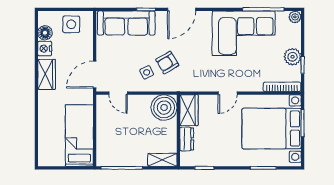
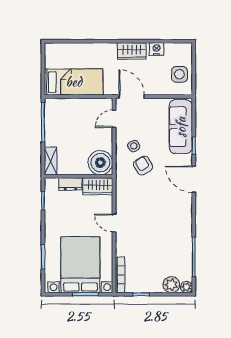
floor lamp: (45, 33) -> (171, 49), removed
corner sofa: (244, 33) -> (171, 238), removed
plant: (293, 57) -> (171, 285), moved

